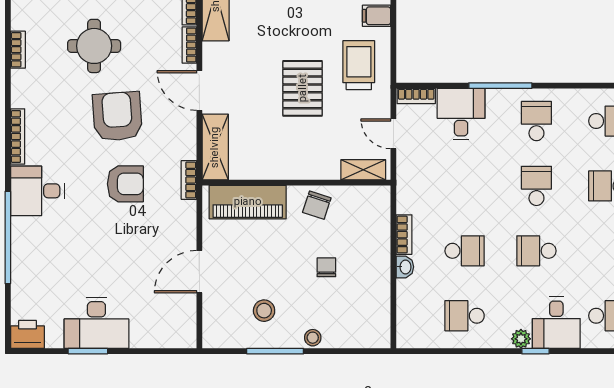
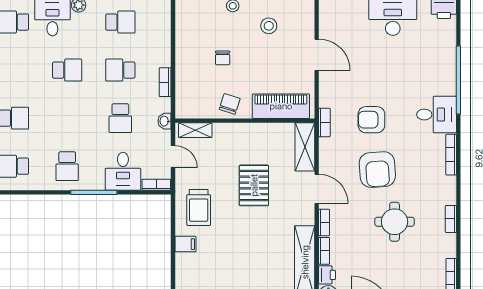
pallet: (303, 88) -> (254, 185), moved
school desk: (536, 186) -> (120, 118), moved
washbasin: (405, 267) -> (164, 121), moved
door: (199, 272) -> (317, 55), hinge flipped

